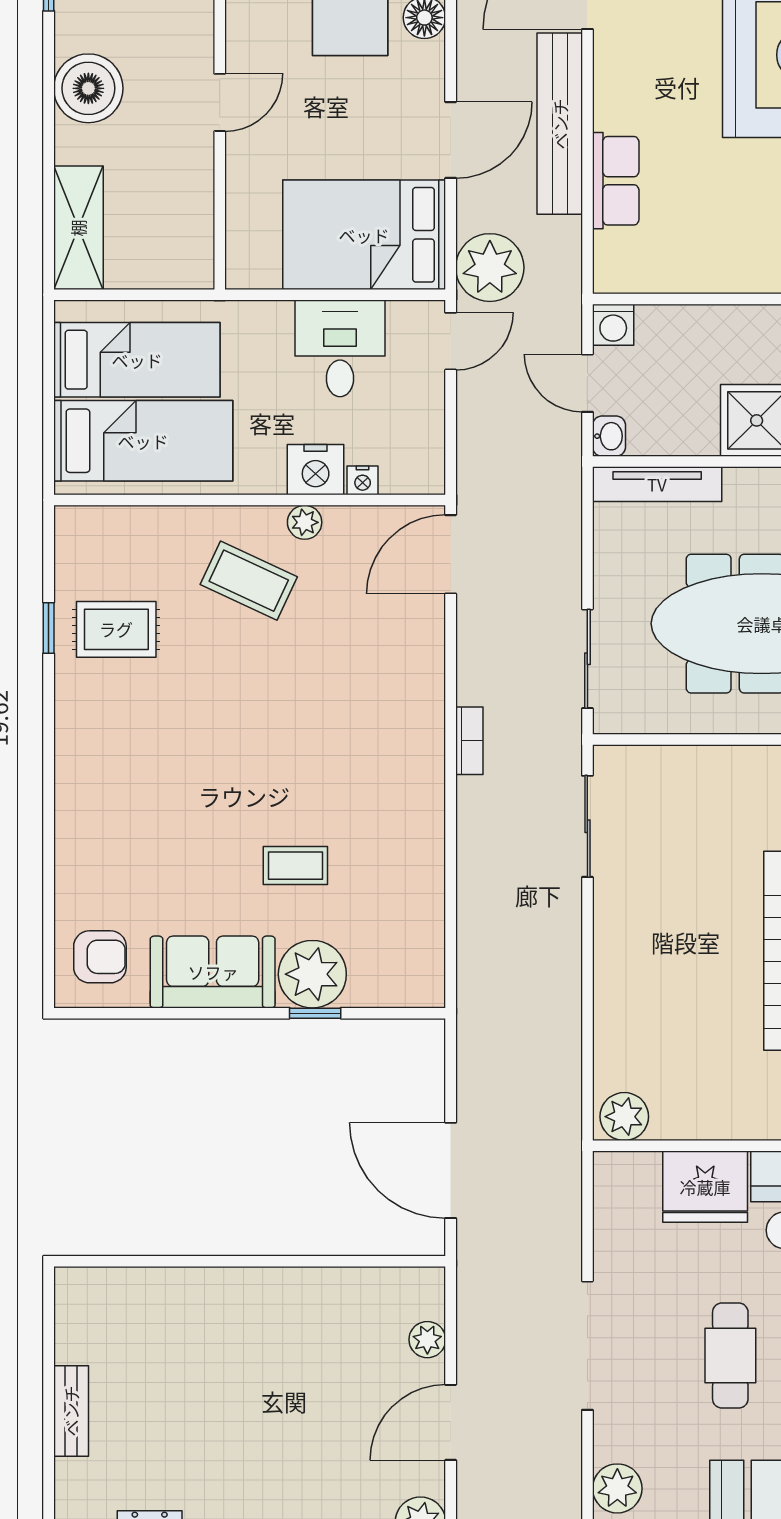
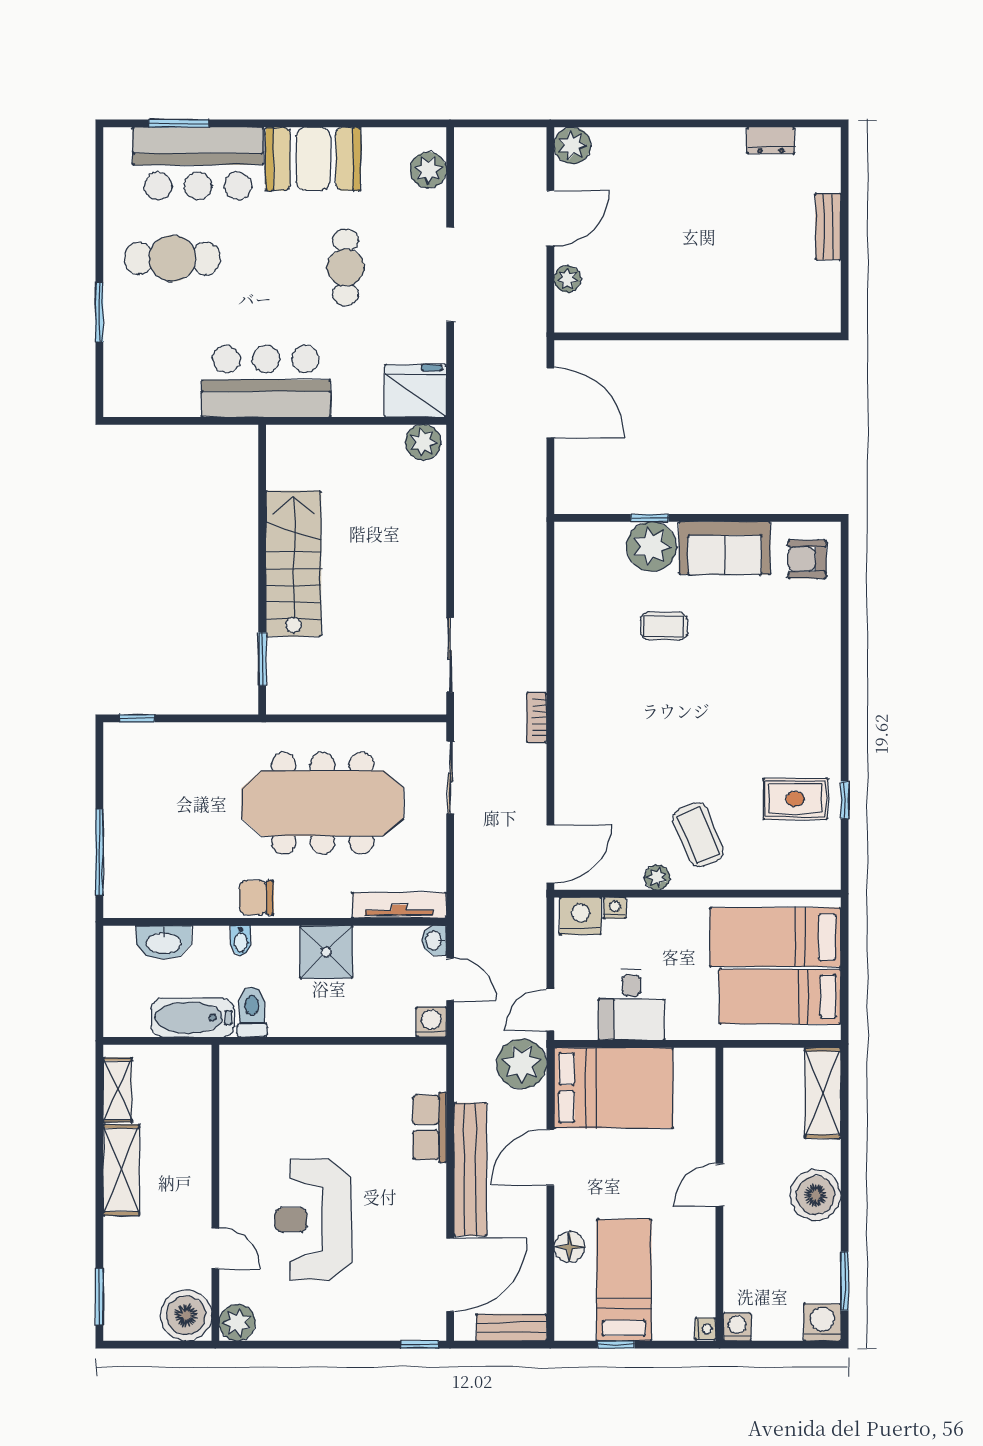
nightstand: (316, 470) -> (580, 916), moved
coffee table: (249, 581) -> (698, 835), turned 42
fridge: (705, 1187) -> (415, 391), moved

